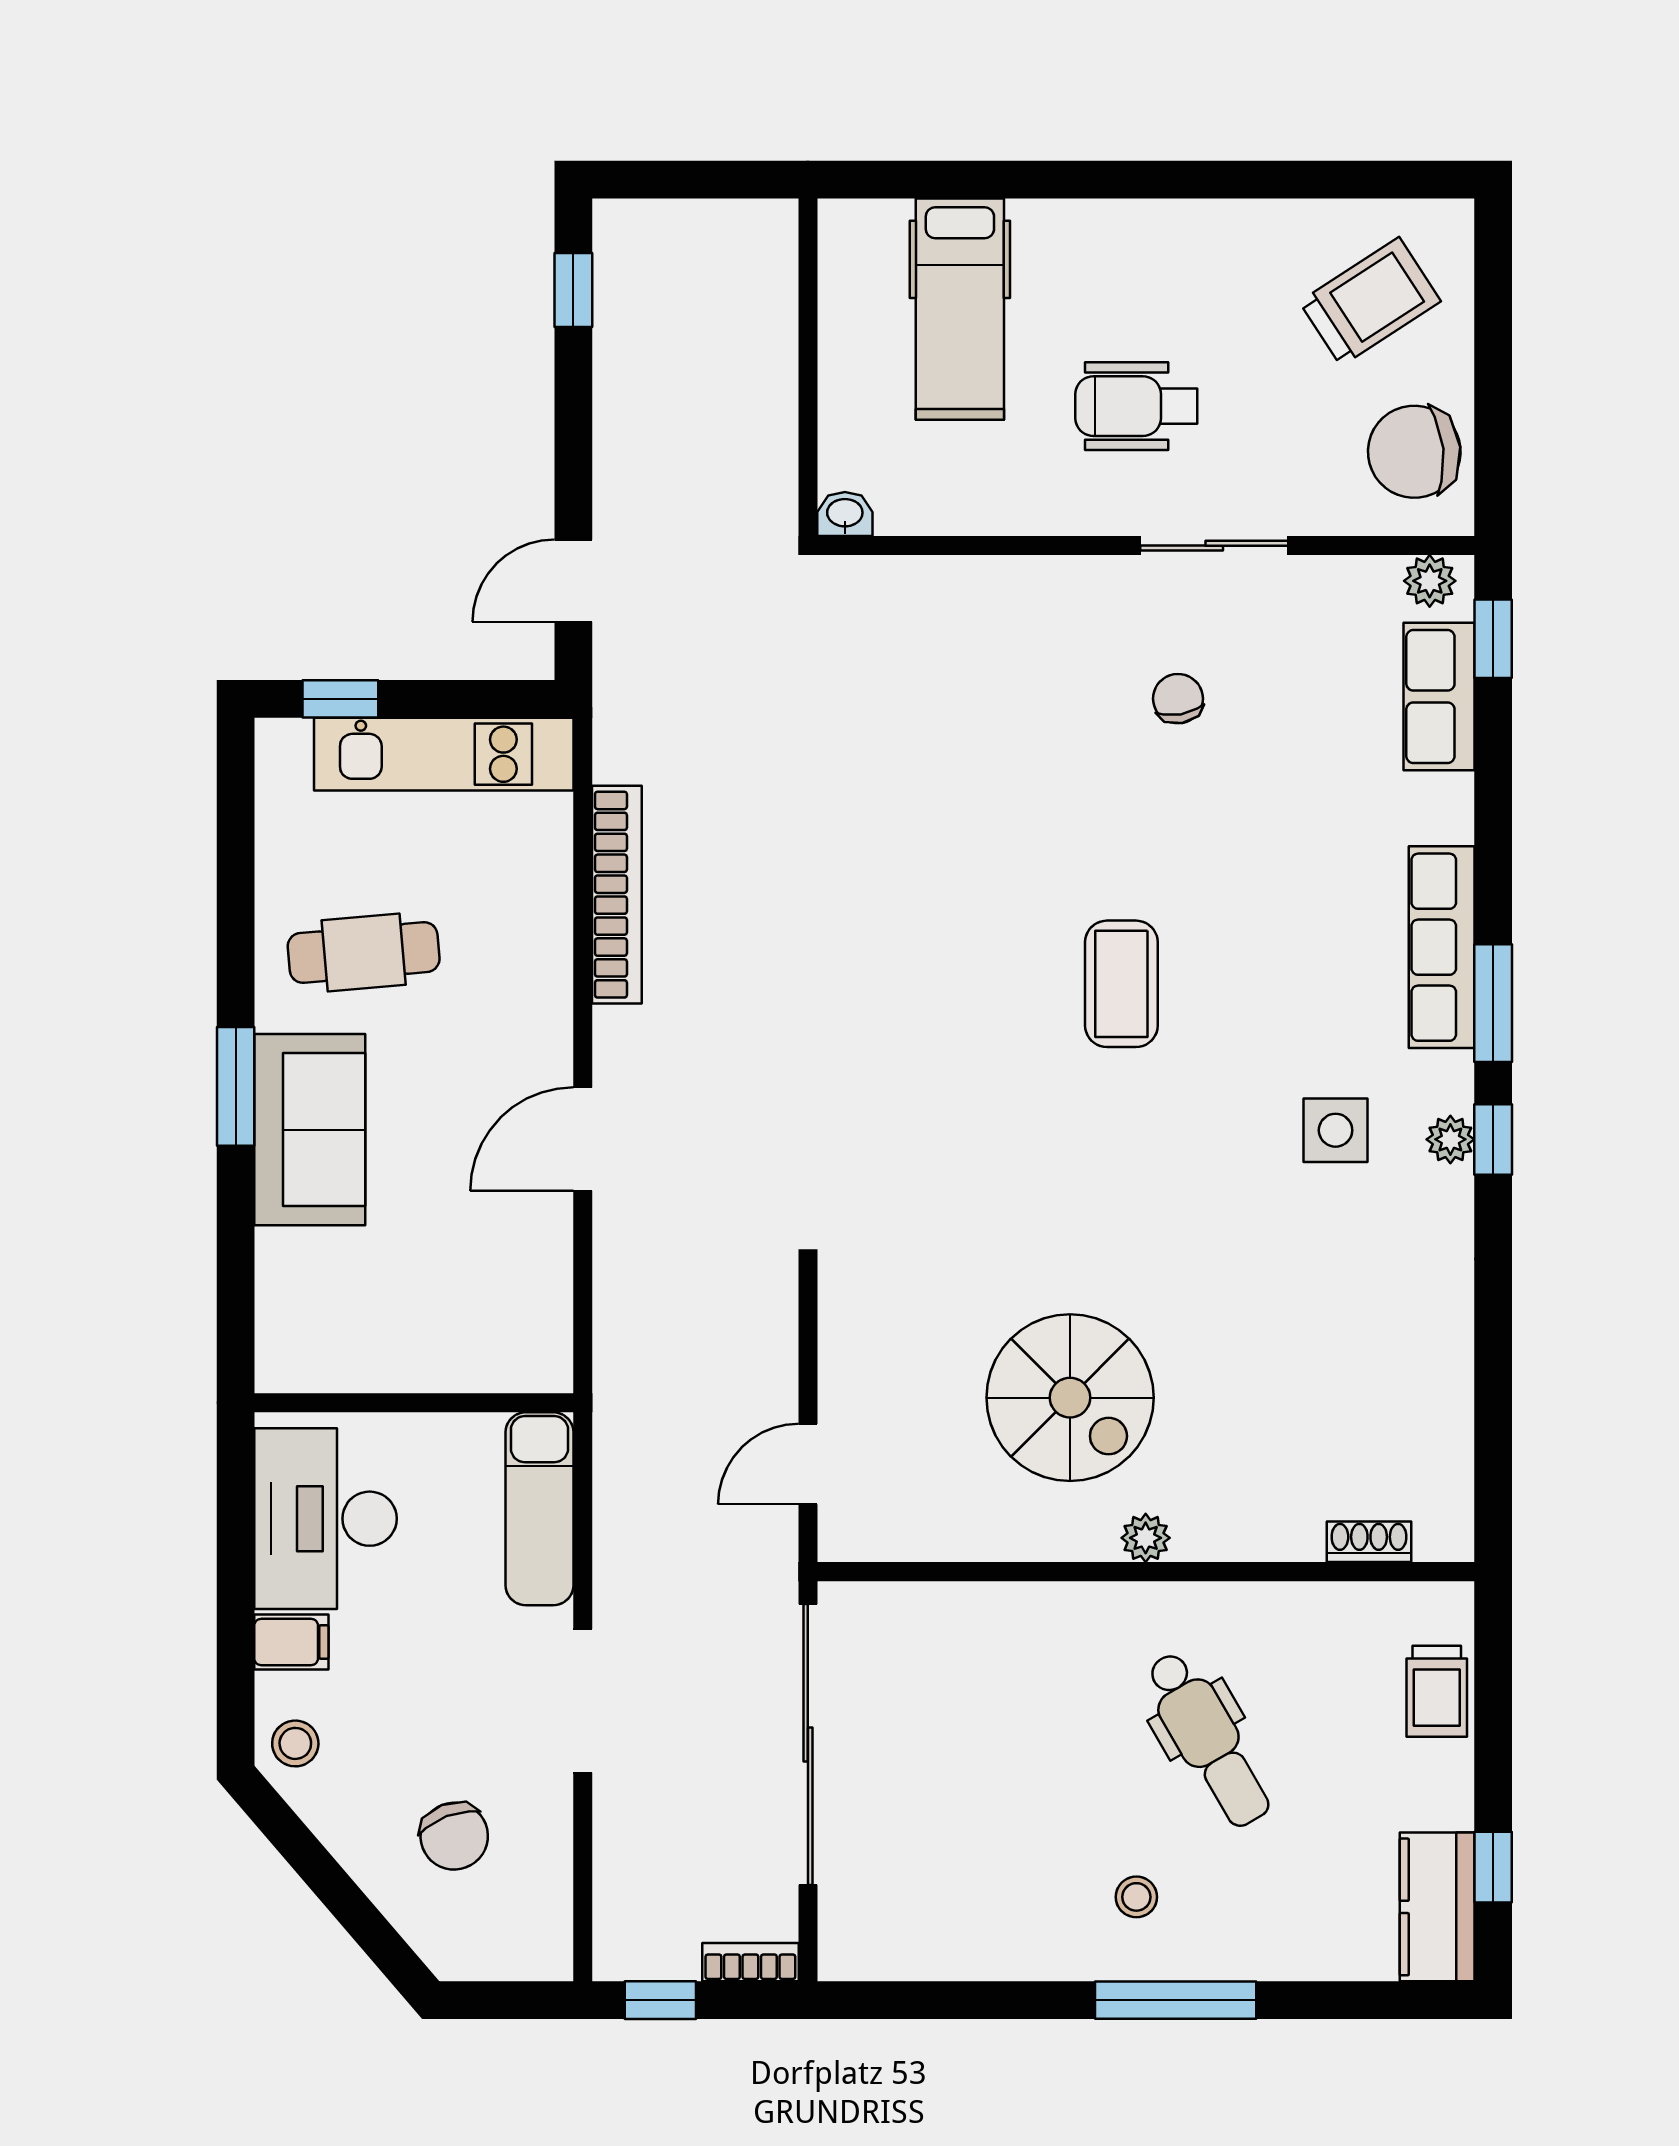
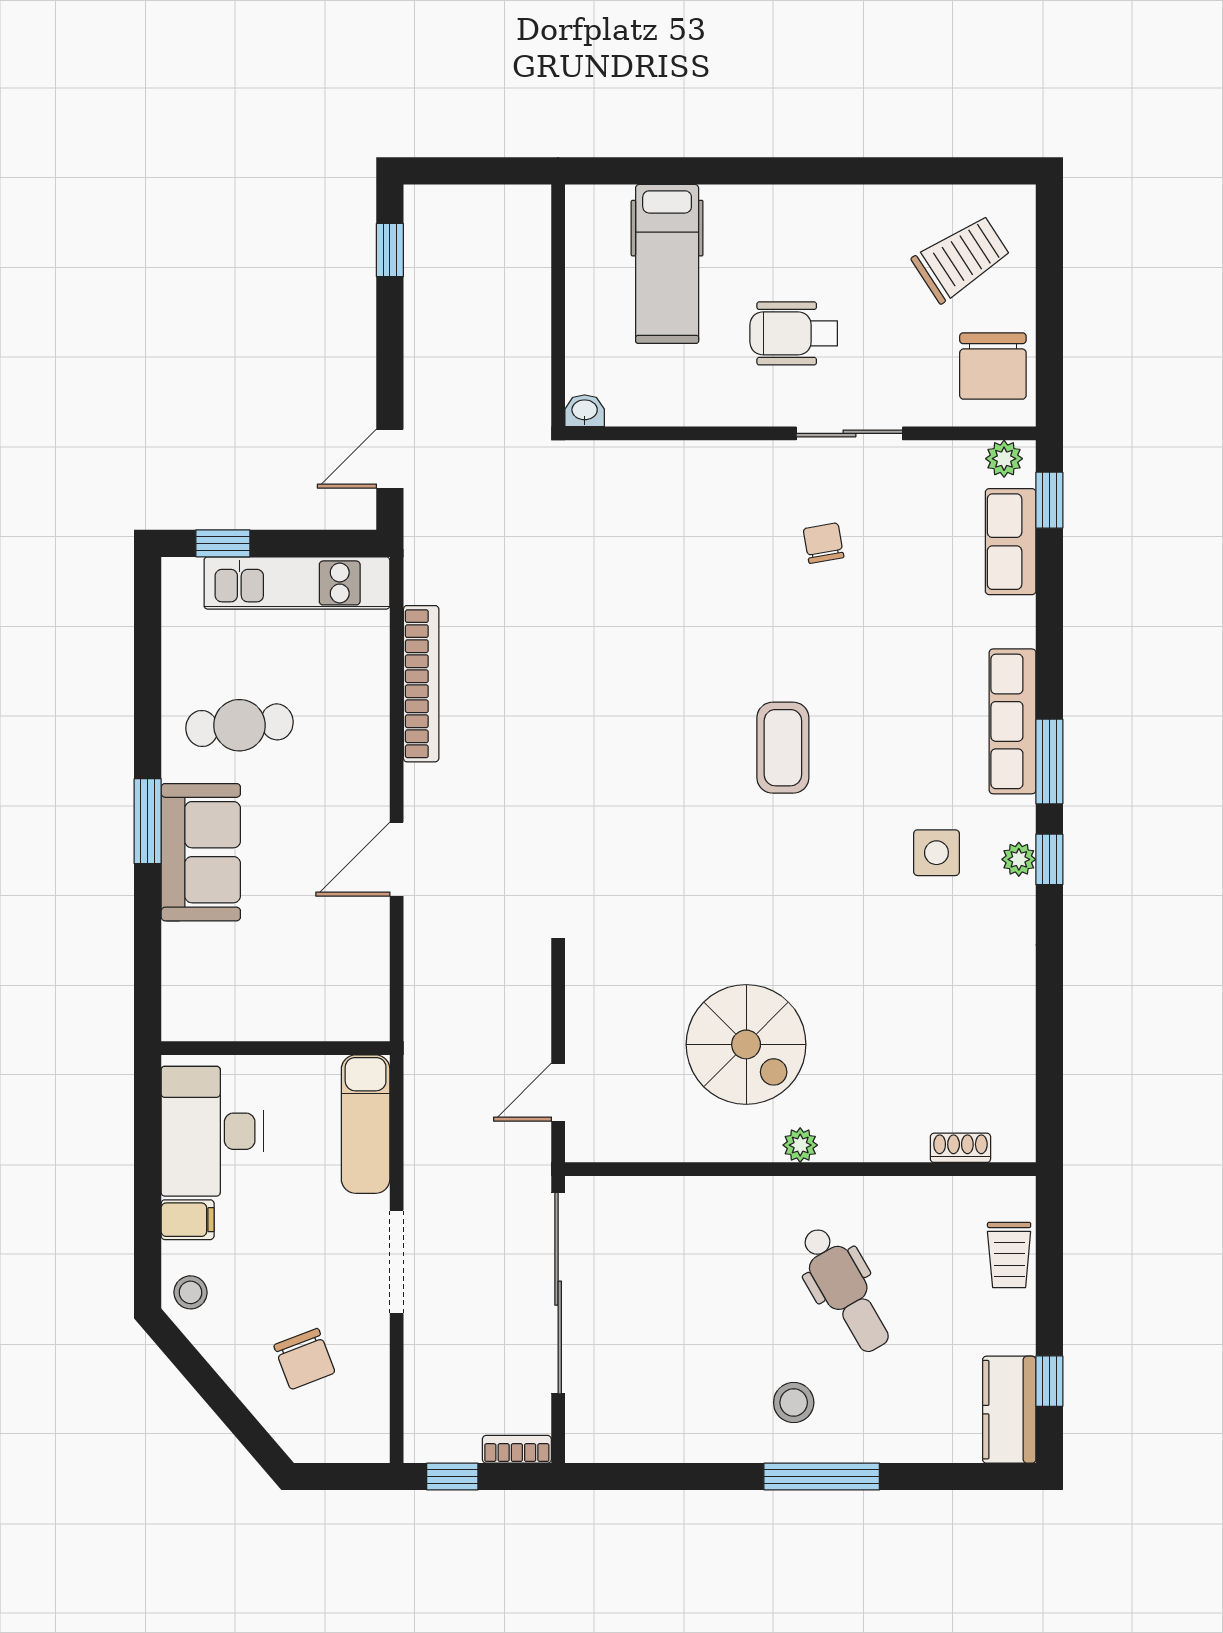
chair: (1414, 452) -> (993, 366), turned -84
stool: (1136, 1897) -> (794, 1403), width x1.37, depth x1.37

